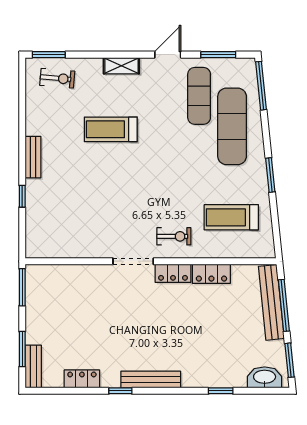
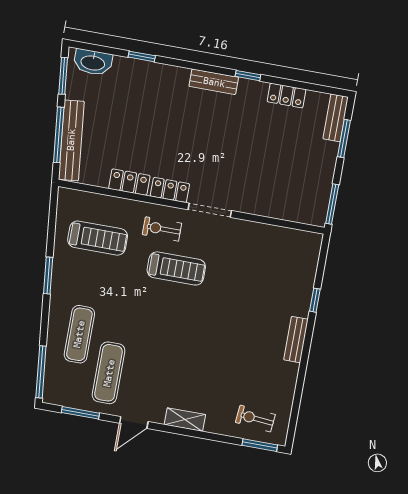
exercise mat: (232, 126) -> (79, 334), width x0.73, depth x0.69
treadmill: (111, 129) -> (176, 268), moved
bench: (151, 380) -> (214, 82), width x0.73

